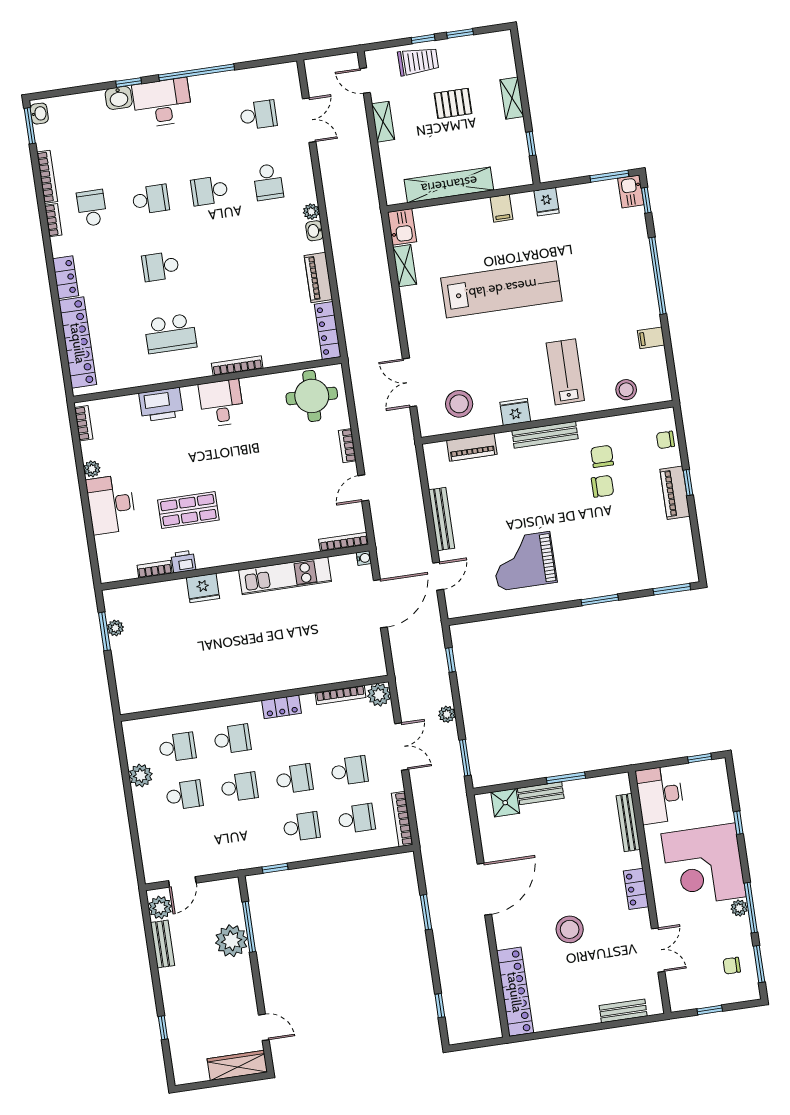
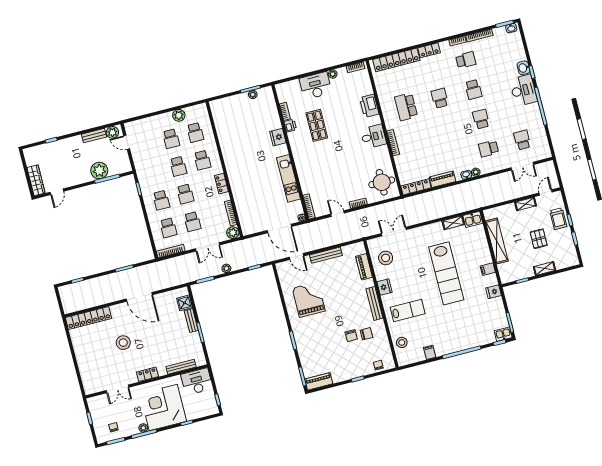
school desk: (258, 115) -> (522, 140), turned 180
piano: (675, 493) -> (319, 381), moved
bench: (623, 1011) -> (85, 374), removed

